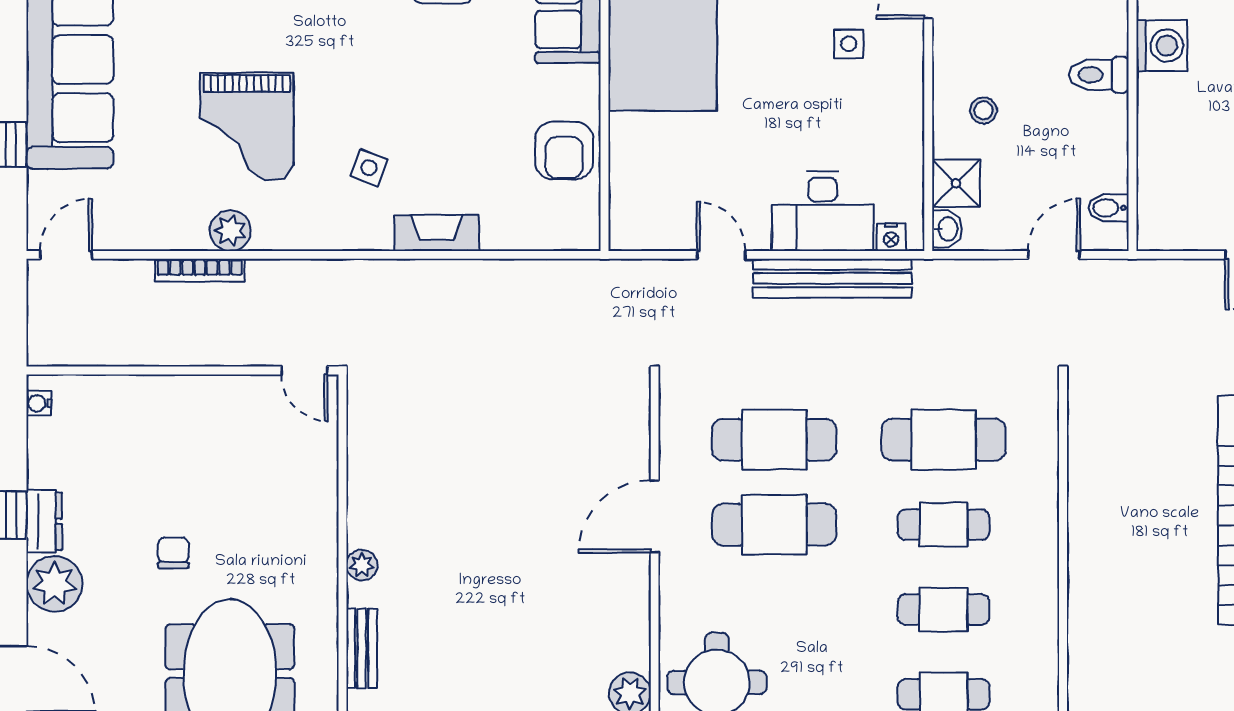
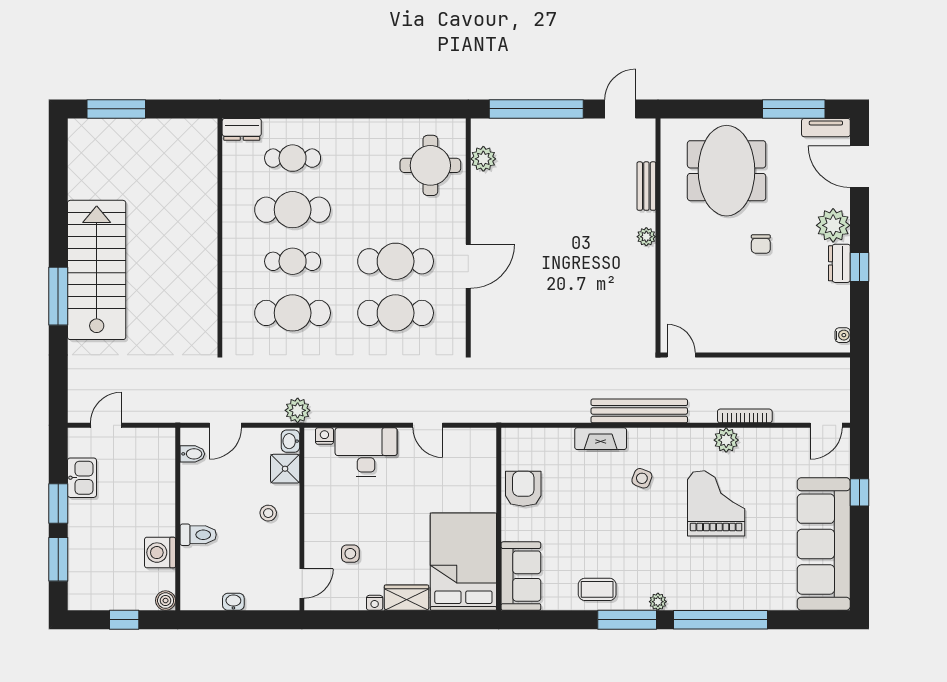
bench: (832, 278) -> (639, 411), moved
plant: (935, 279) -> (298, 410), added
cafe table: (944, 609) -> (293, 210), width x1.37, depth x1.35

